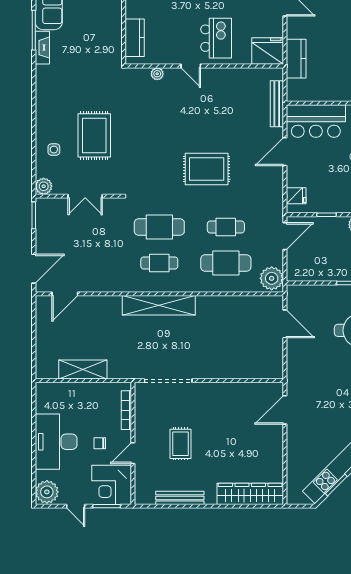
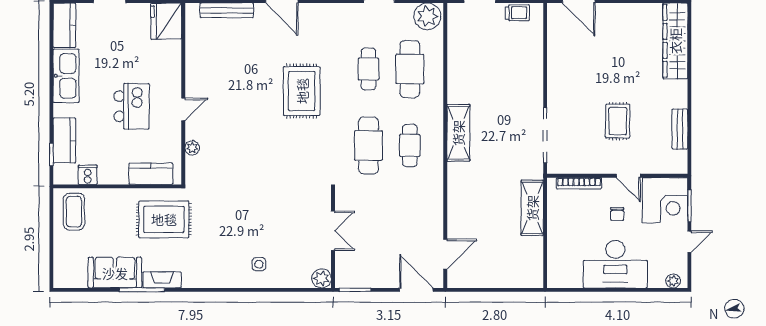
kitchen island: (216, 38) -> (131, 106), moved, turned 90
rug: (94, 135) -> (164, 219), moved
side table: (54, 150) -> (259, 264), moved
door: (65, 294) -> (445, 254), hinge flipped
shelving: (159, 305) -> (458, 133), width x0.68
trolley: (275, 357) -> (517, 13), added
shelving: (83, 369) -> (532, 208), moved
rug: (180, 444) -> (618, 121), turned 90
plant: (47, 492) -> (673, 281), width x0.53, depth x0.53
bench: (180, 498) -> (680, 129), width x0.73

